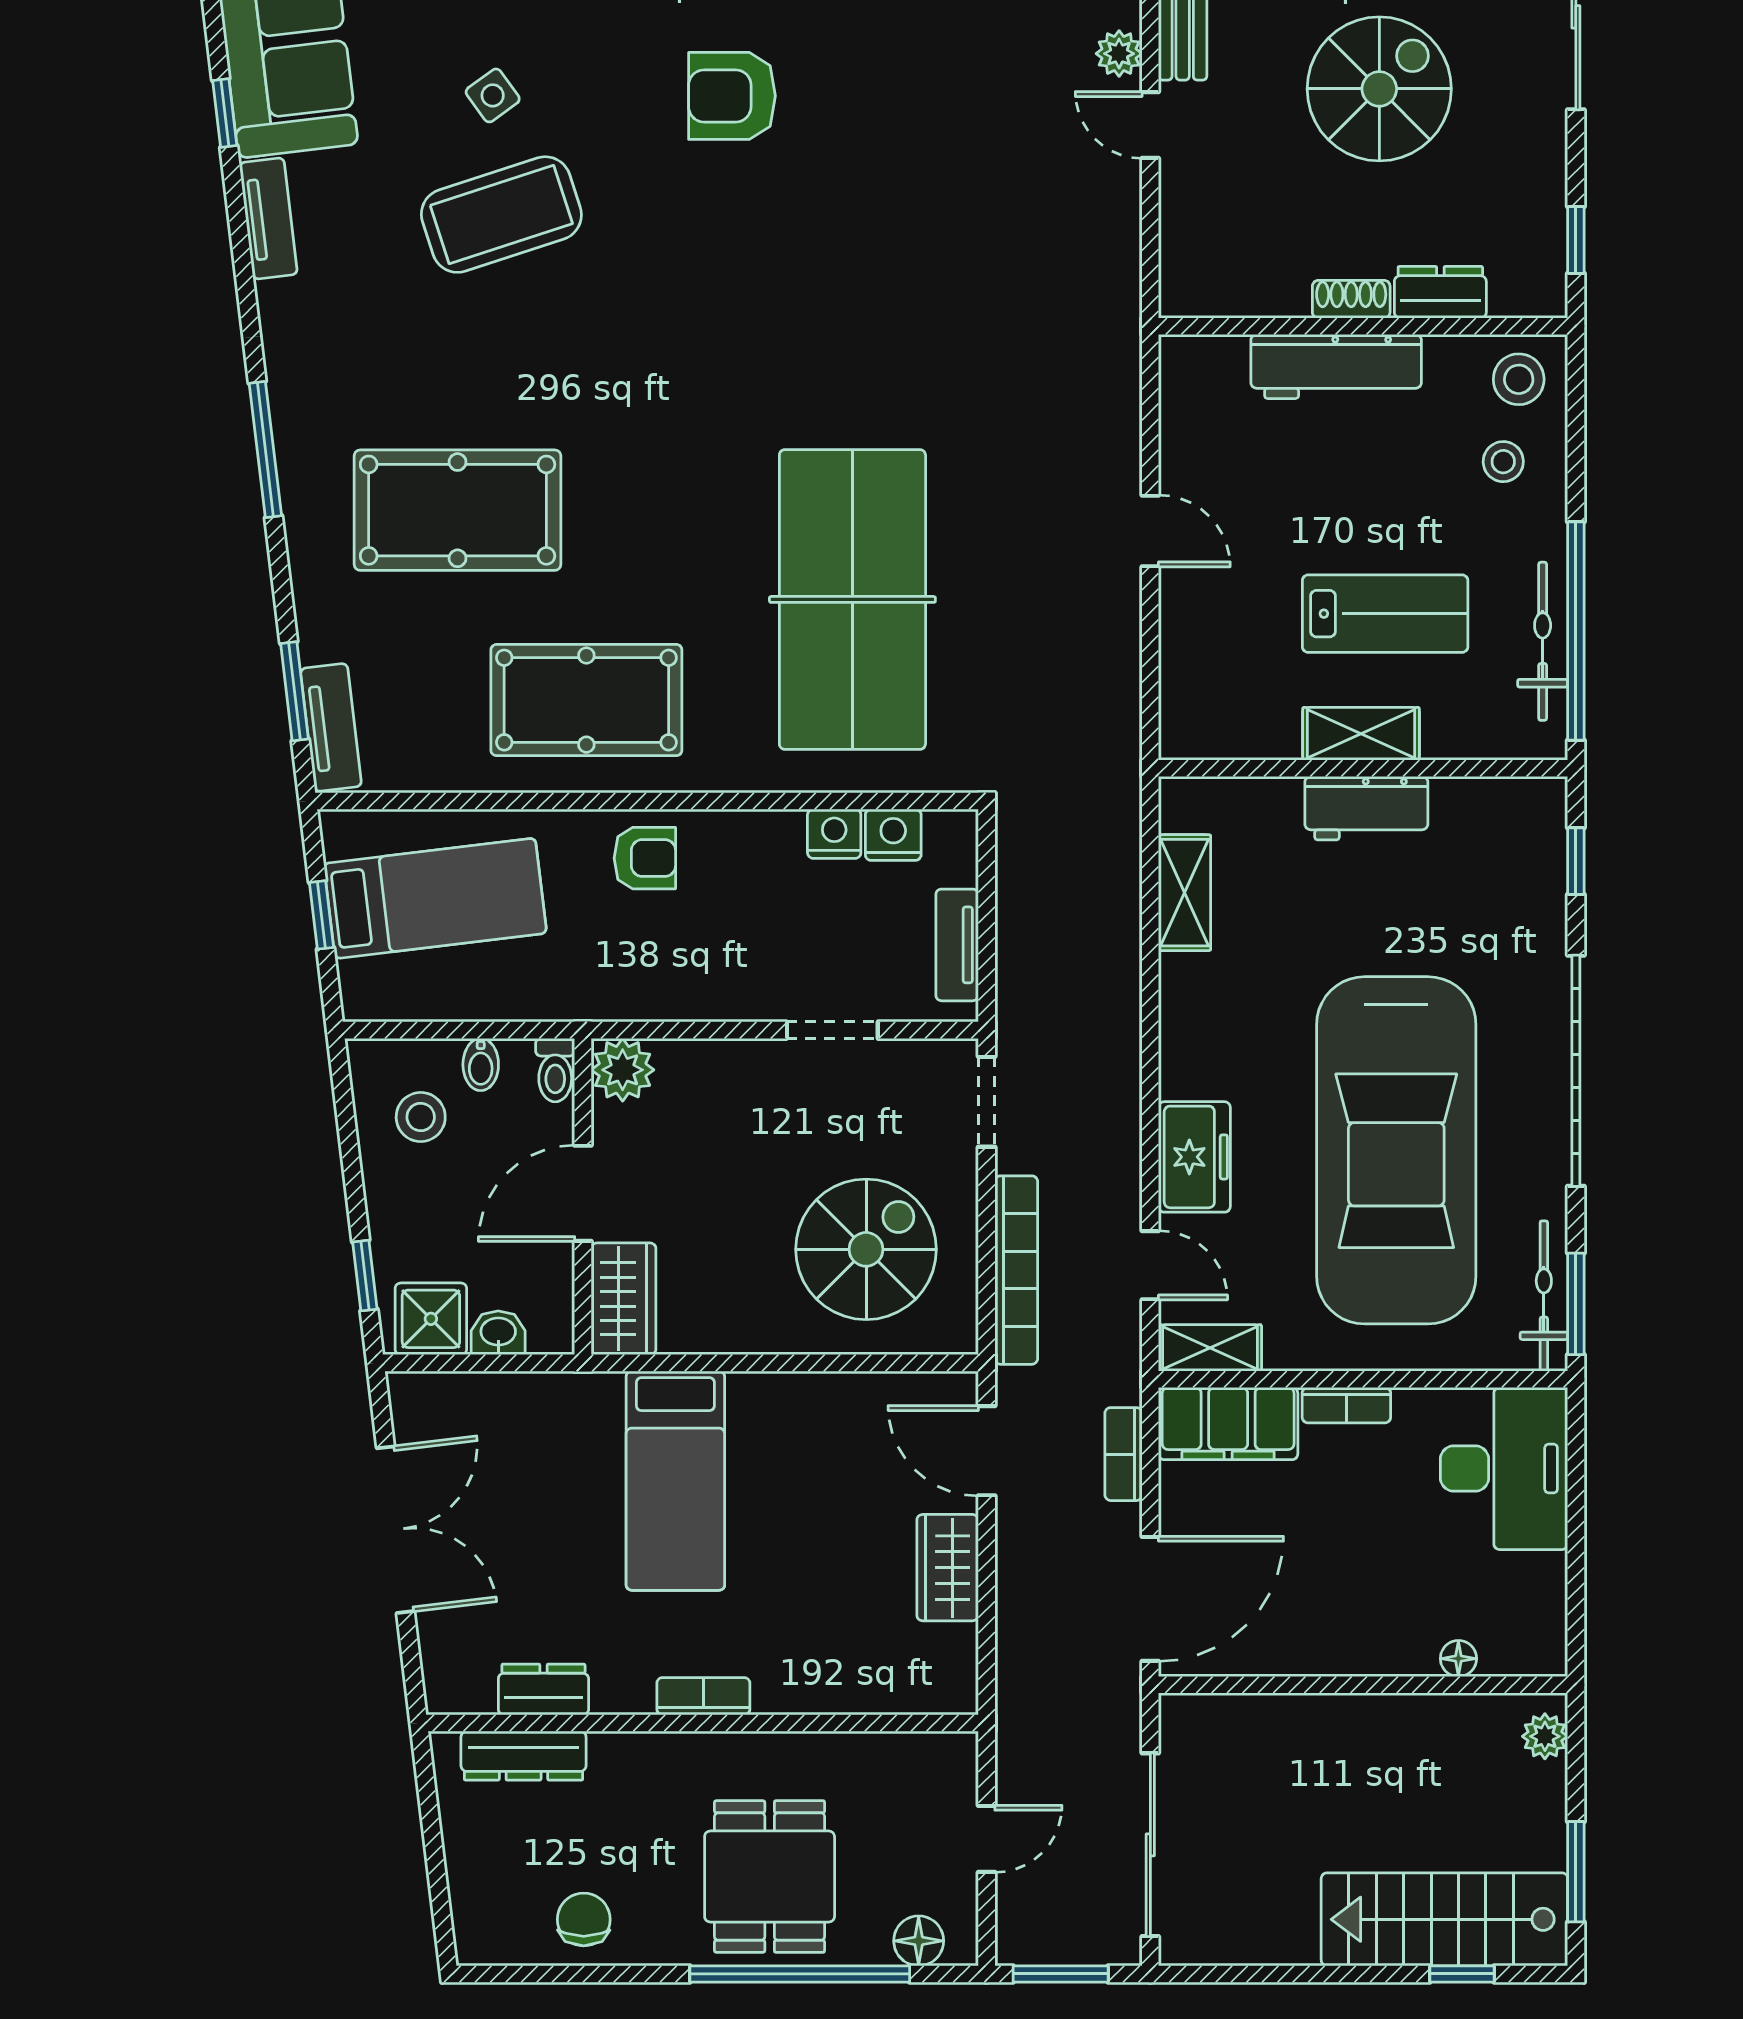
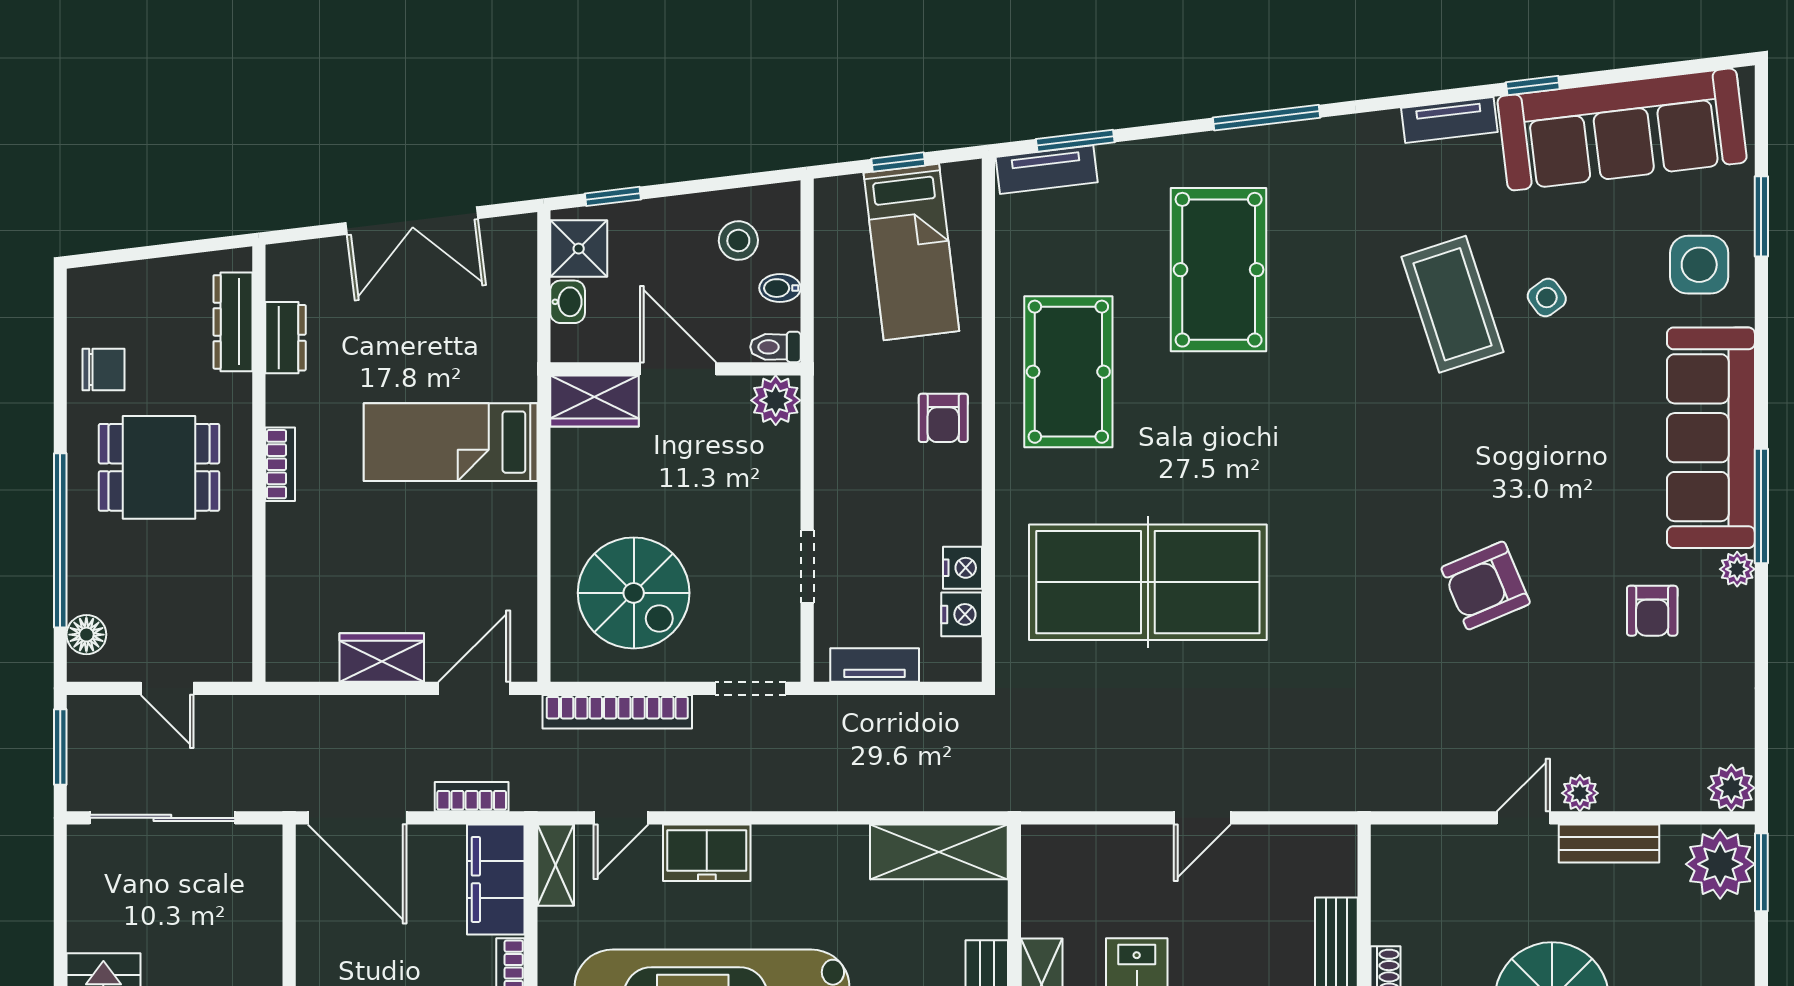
armchair: (732, 96) -> (1486, 586), moved, turned -113
shelving: (1185, 893) -> (939, 852), width x1.50, depth x1.33
dining table: (770, 1877) -> (159, 467), moved

